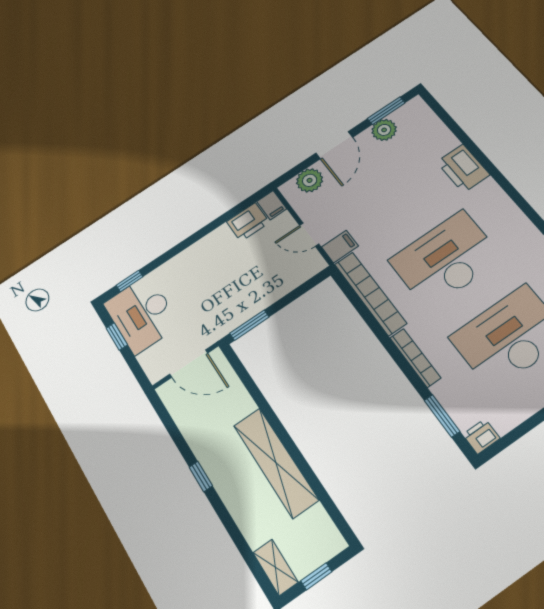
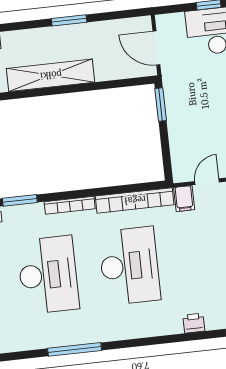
printer: (463, 168) -> (194, 323), width x0.53, depth x0.68
door: (189, 364) -> (156, 48), hinge flipped
window: (201, 476) -> (69, 20), width x1.50

